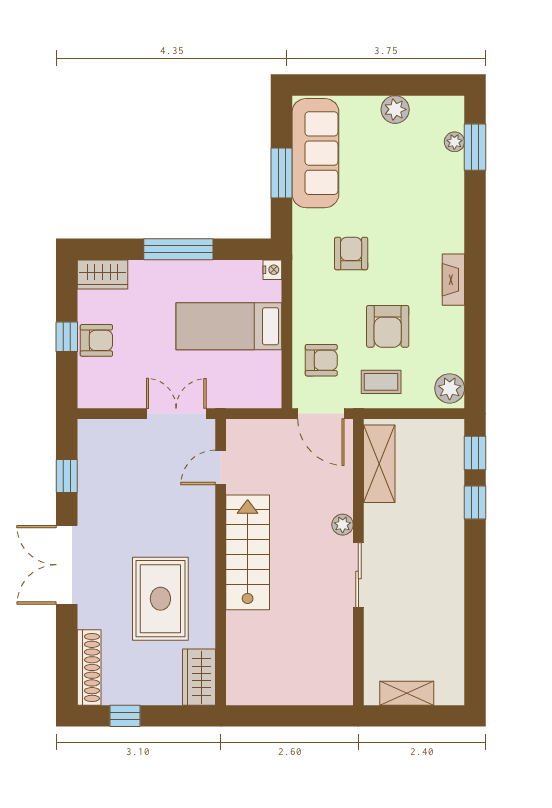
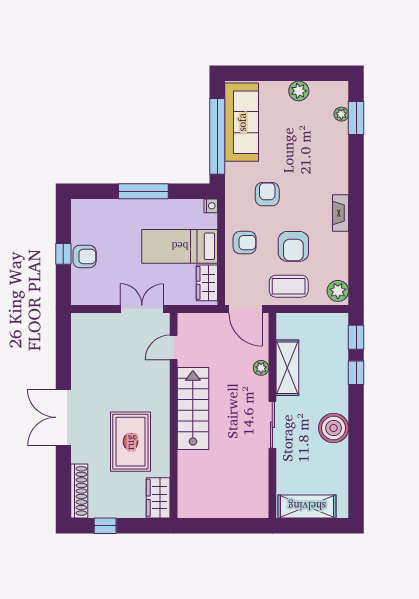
window: (282, 173) -> (217, 136), width x2.11
wardrobe: (103, 274) -> (207, 283), moved, turned 90
armchair: (321, 360) -> (245, 243), moved
coffee table: (381, 382) -> (289, 286), width x1.36, depth x1.30
shelving: (379, 464) -> (287, 368), moved
window: (67, 476) -> (63, 354), removed
plant: (343, 525) -> (261, 368), moved
boiler: (444, 580) -> (334, 428), added
shelving: (407, 693) -> (307, 506), width x1.50, depth x1.33

